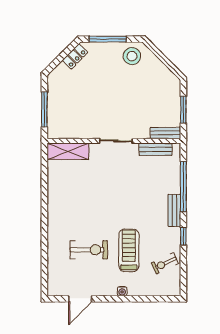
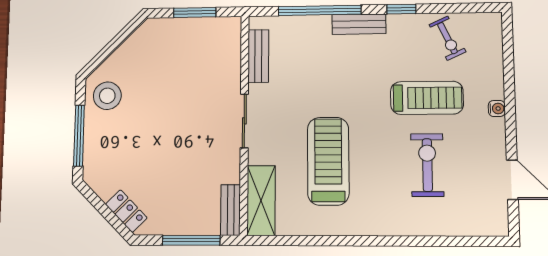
locker: (75, 56) -> (126, 211), moved
bench: (165, 133) -> (231, 210), moved
treadmill: (91, 191) -> (328, 161), added
treadmill: (129, 250) -> (427, 98), turned 180

